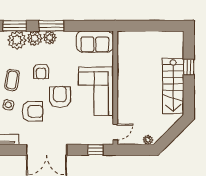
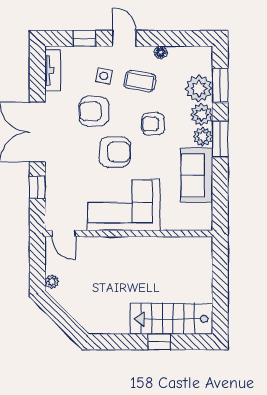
sofa: (95, 42) -> (197, 175), moved
stairs: (173, 86) -> (172, 319), moved
armchair: (32, 111) -> (94, 111), turned 90
window: (96, 150) -> (37, 187), moved

